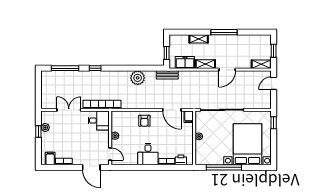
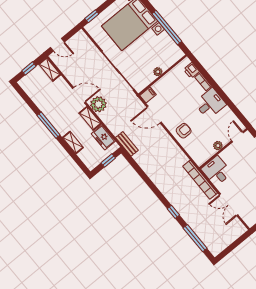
plant: (138, 78) -> (98, 104), moved
door: (172, 110) -> (154, 115), swing flipped

